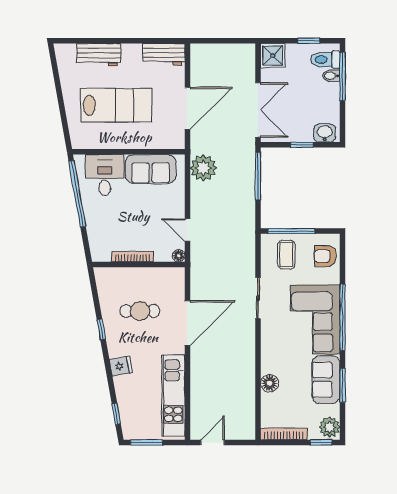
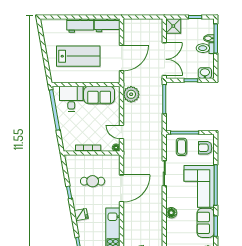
workbench: (99, 55) -> (80, 26), moved
toilet: (325, 60) -> (205, 48), moved
floor lamp: (269, 383) -> (171, 213), moved

